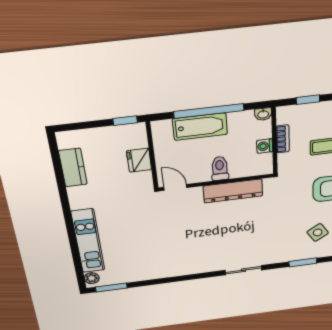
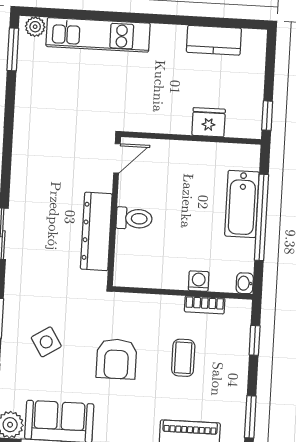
toilet: (220, 168) -> (134, 218), moved
wall: (216, 182) -> (114, 211), moved
door: (175, 187) -> (117, 158), moved
dresser: (233, 191) -> (96, 231), moved

